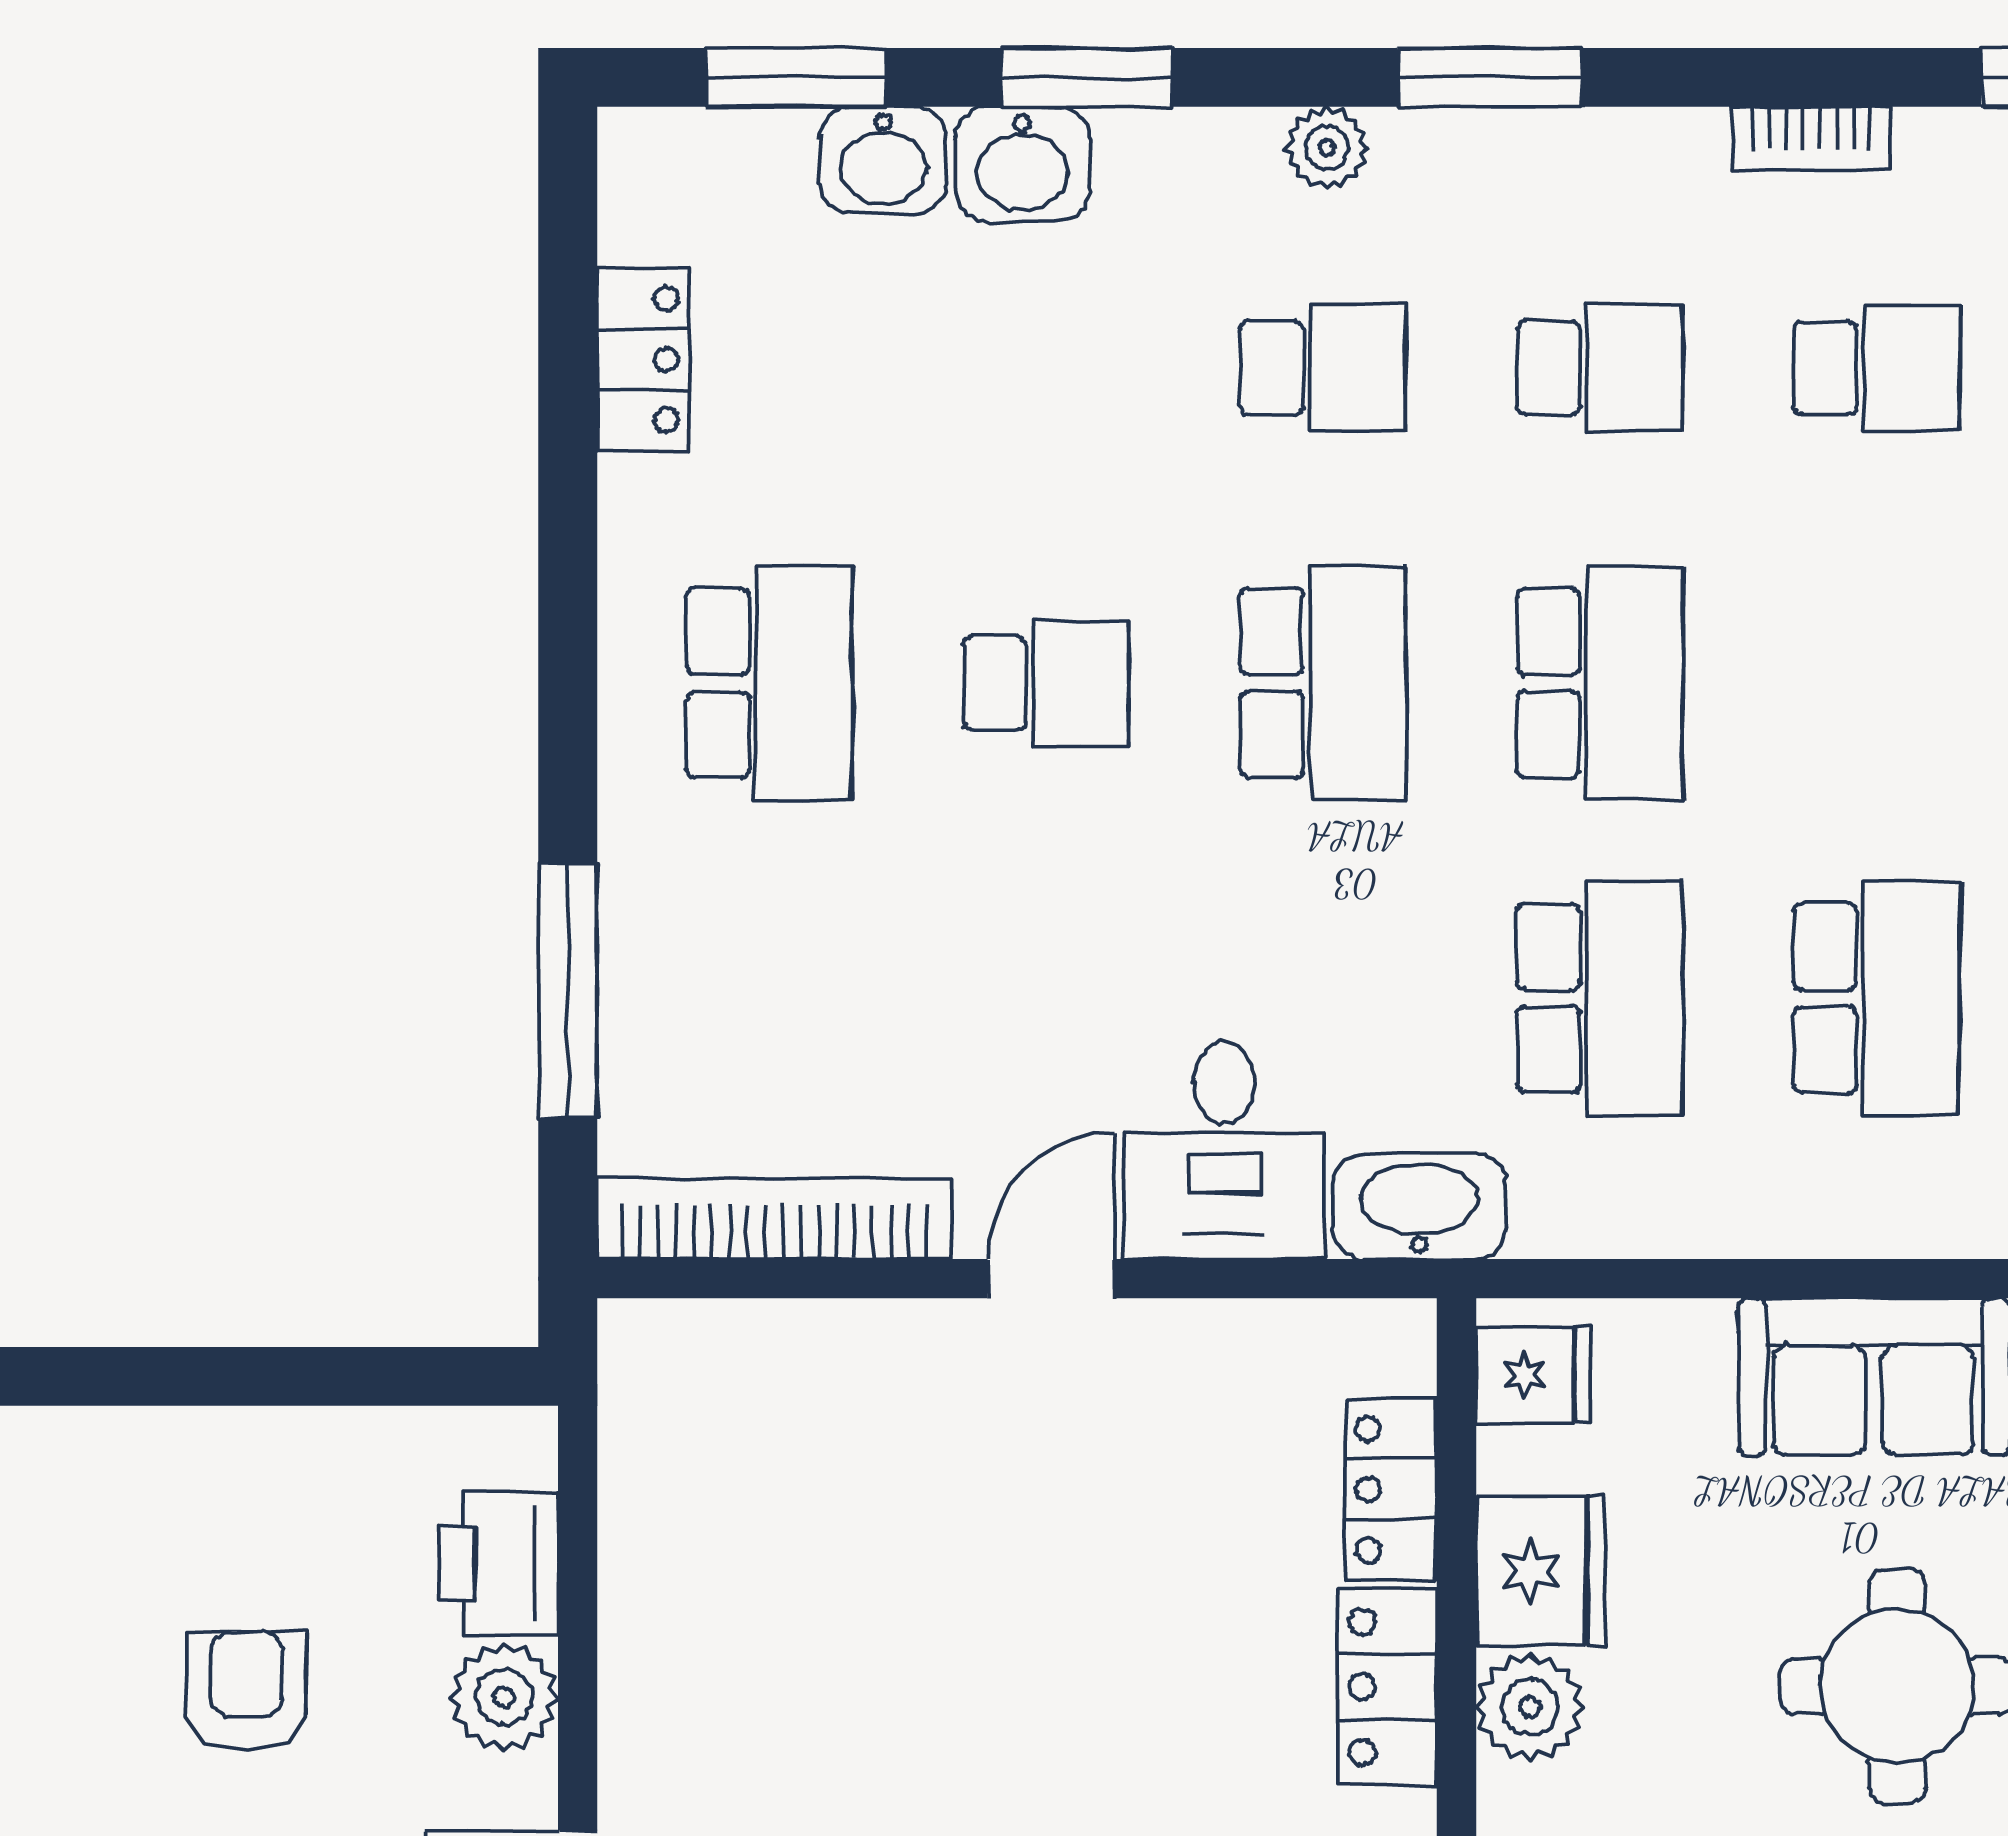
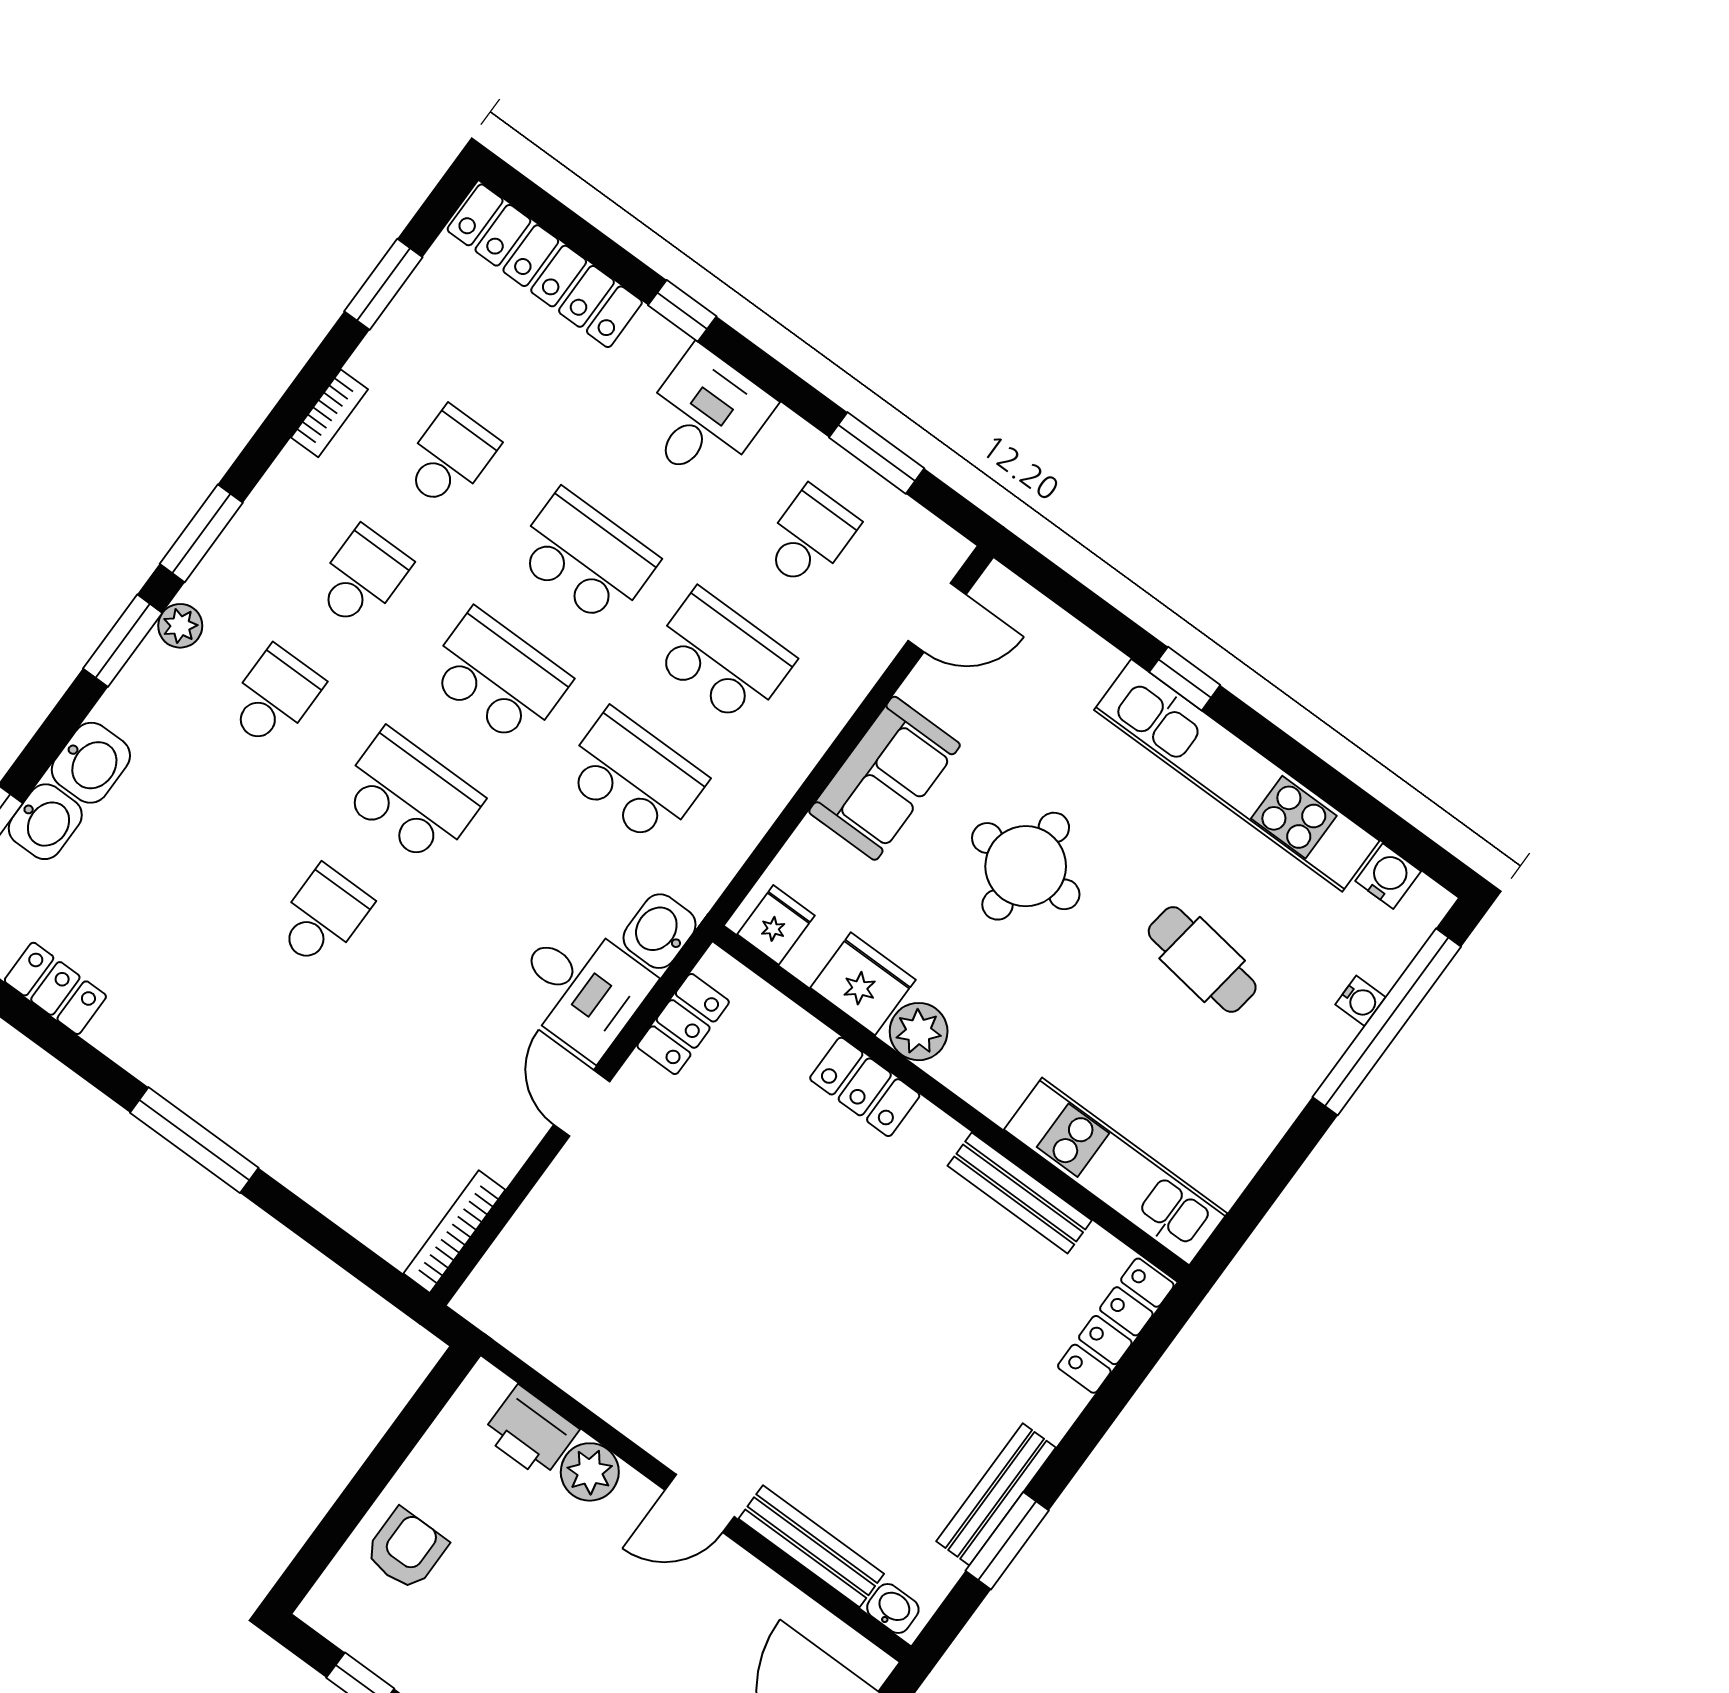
window: (1087, 77) -> (123, 641), moved
school desk: (769, 683) -> (586, 557), moved
window: (568, 990) -> (194, 1140), moved
washbasin: (1420, 1206) -> (660, 931), width x0.72
bookcase: (774, 1219) -> (454, 1232), width x0.68, depth x0.76
locker: (1391, 1490) -> (683, 1024), moved, turned -90
armchair: (246, 1691) -> (406, 1549), moved, turned 90

